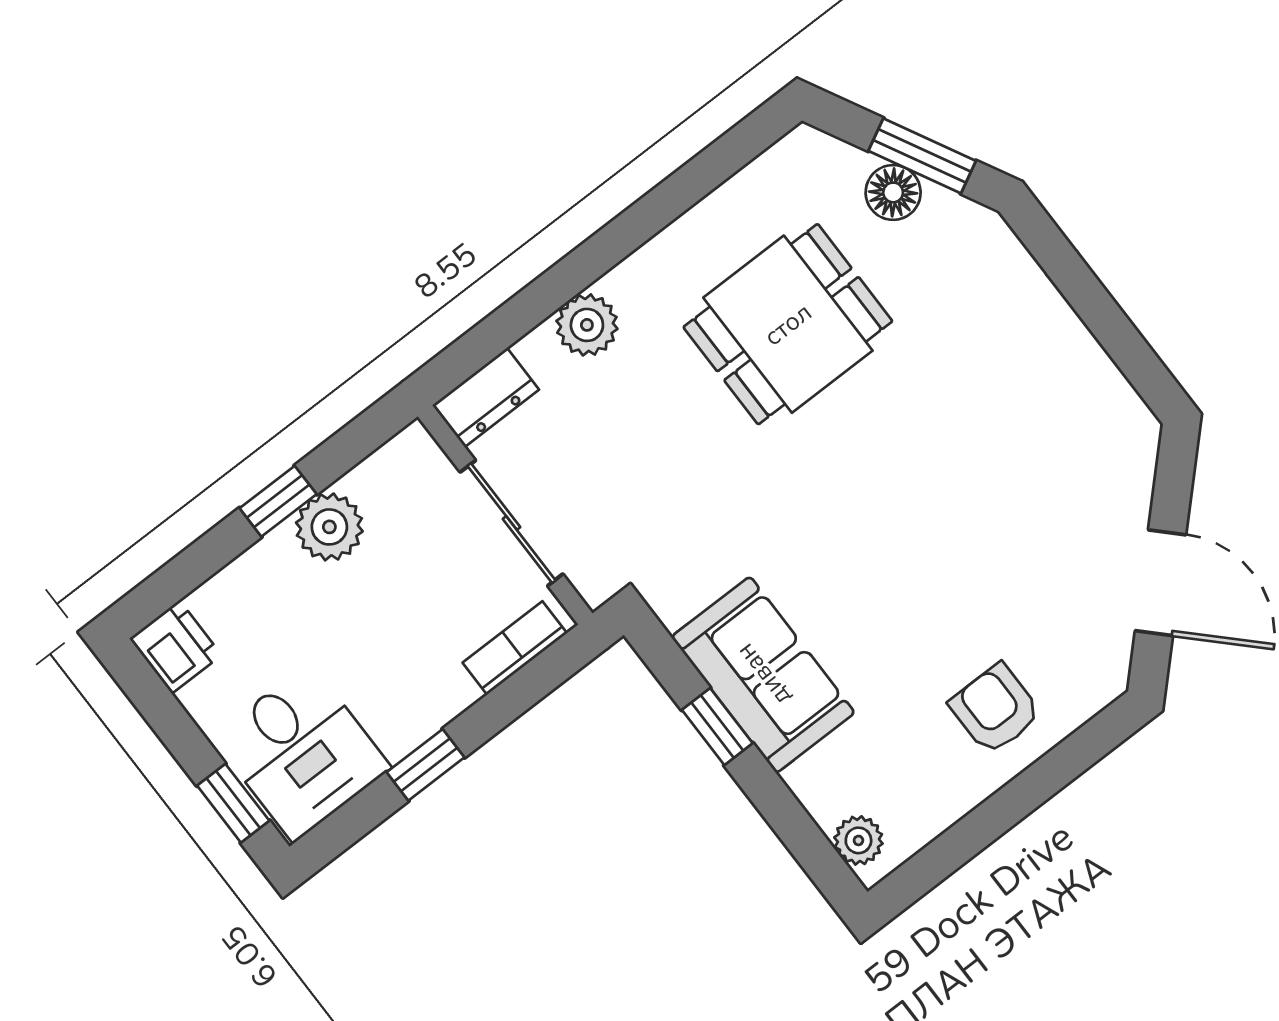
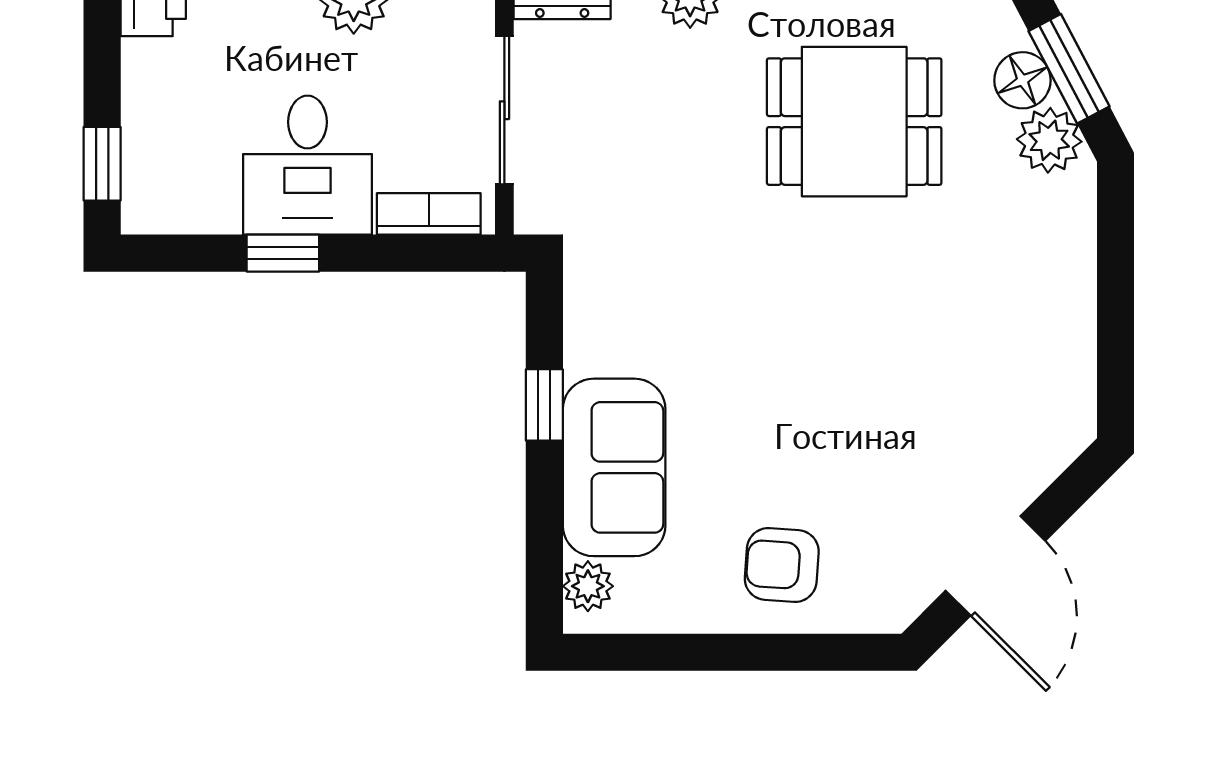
plant: (949, 223) -> (1049, 140), added
sofa: (763, 675) -> (614, 467), moved
armchair: (995, 709) -> (782, 565), turned -86
desk: (301, 752) -> (307, 165), moved

